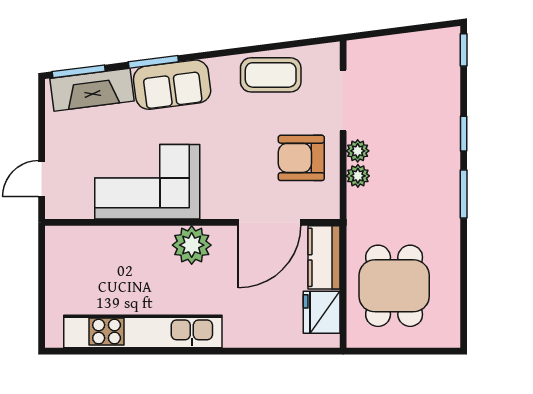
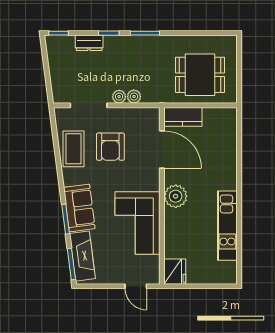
dresser: (447, 101) -> (89, 43), added
armchair: (301, 158) -> (110, 147), moved
fridge: (322, 312) -> (175, 272), moved, turned -90
kitchen unit: (143, 332) -> (227, 226), width x0.73

